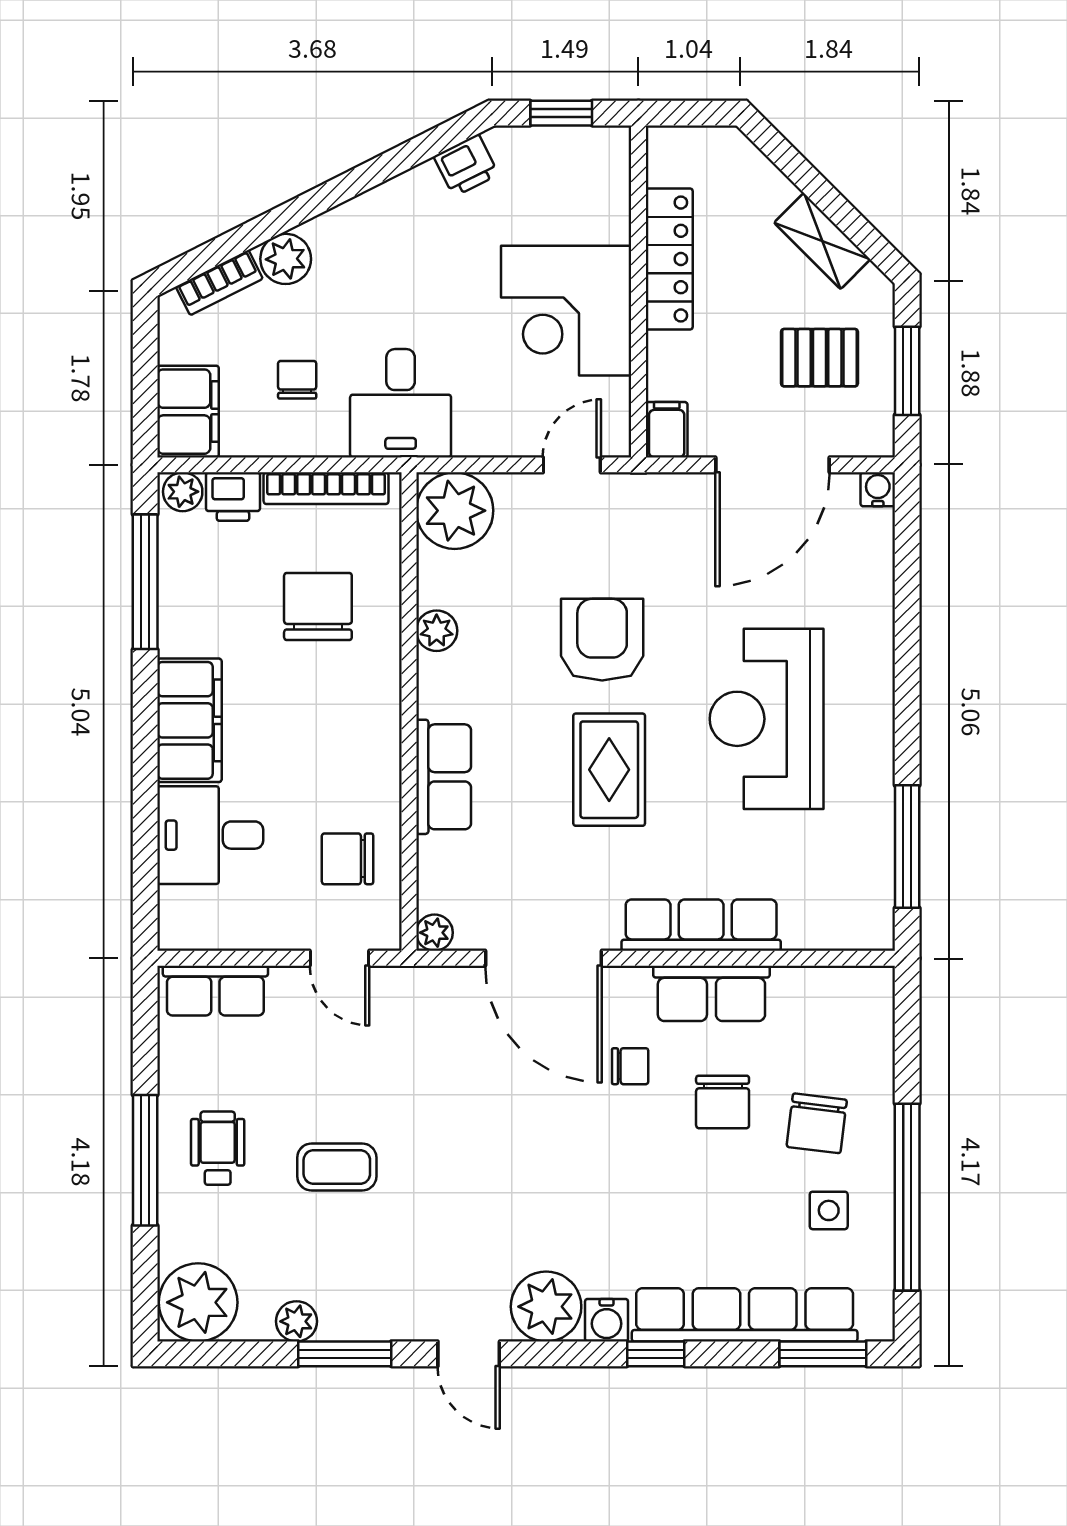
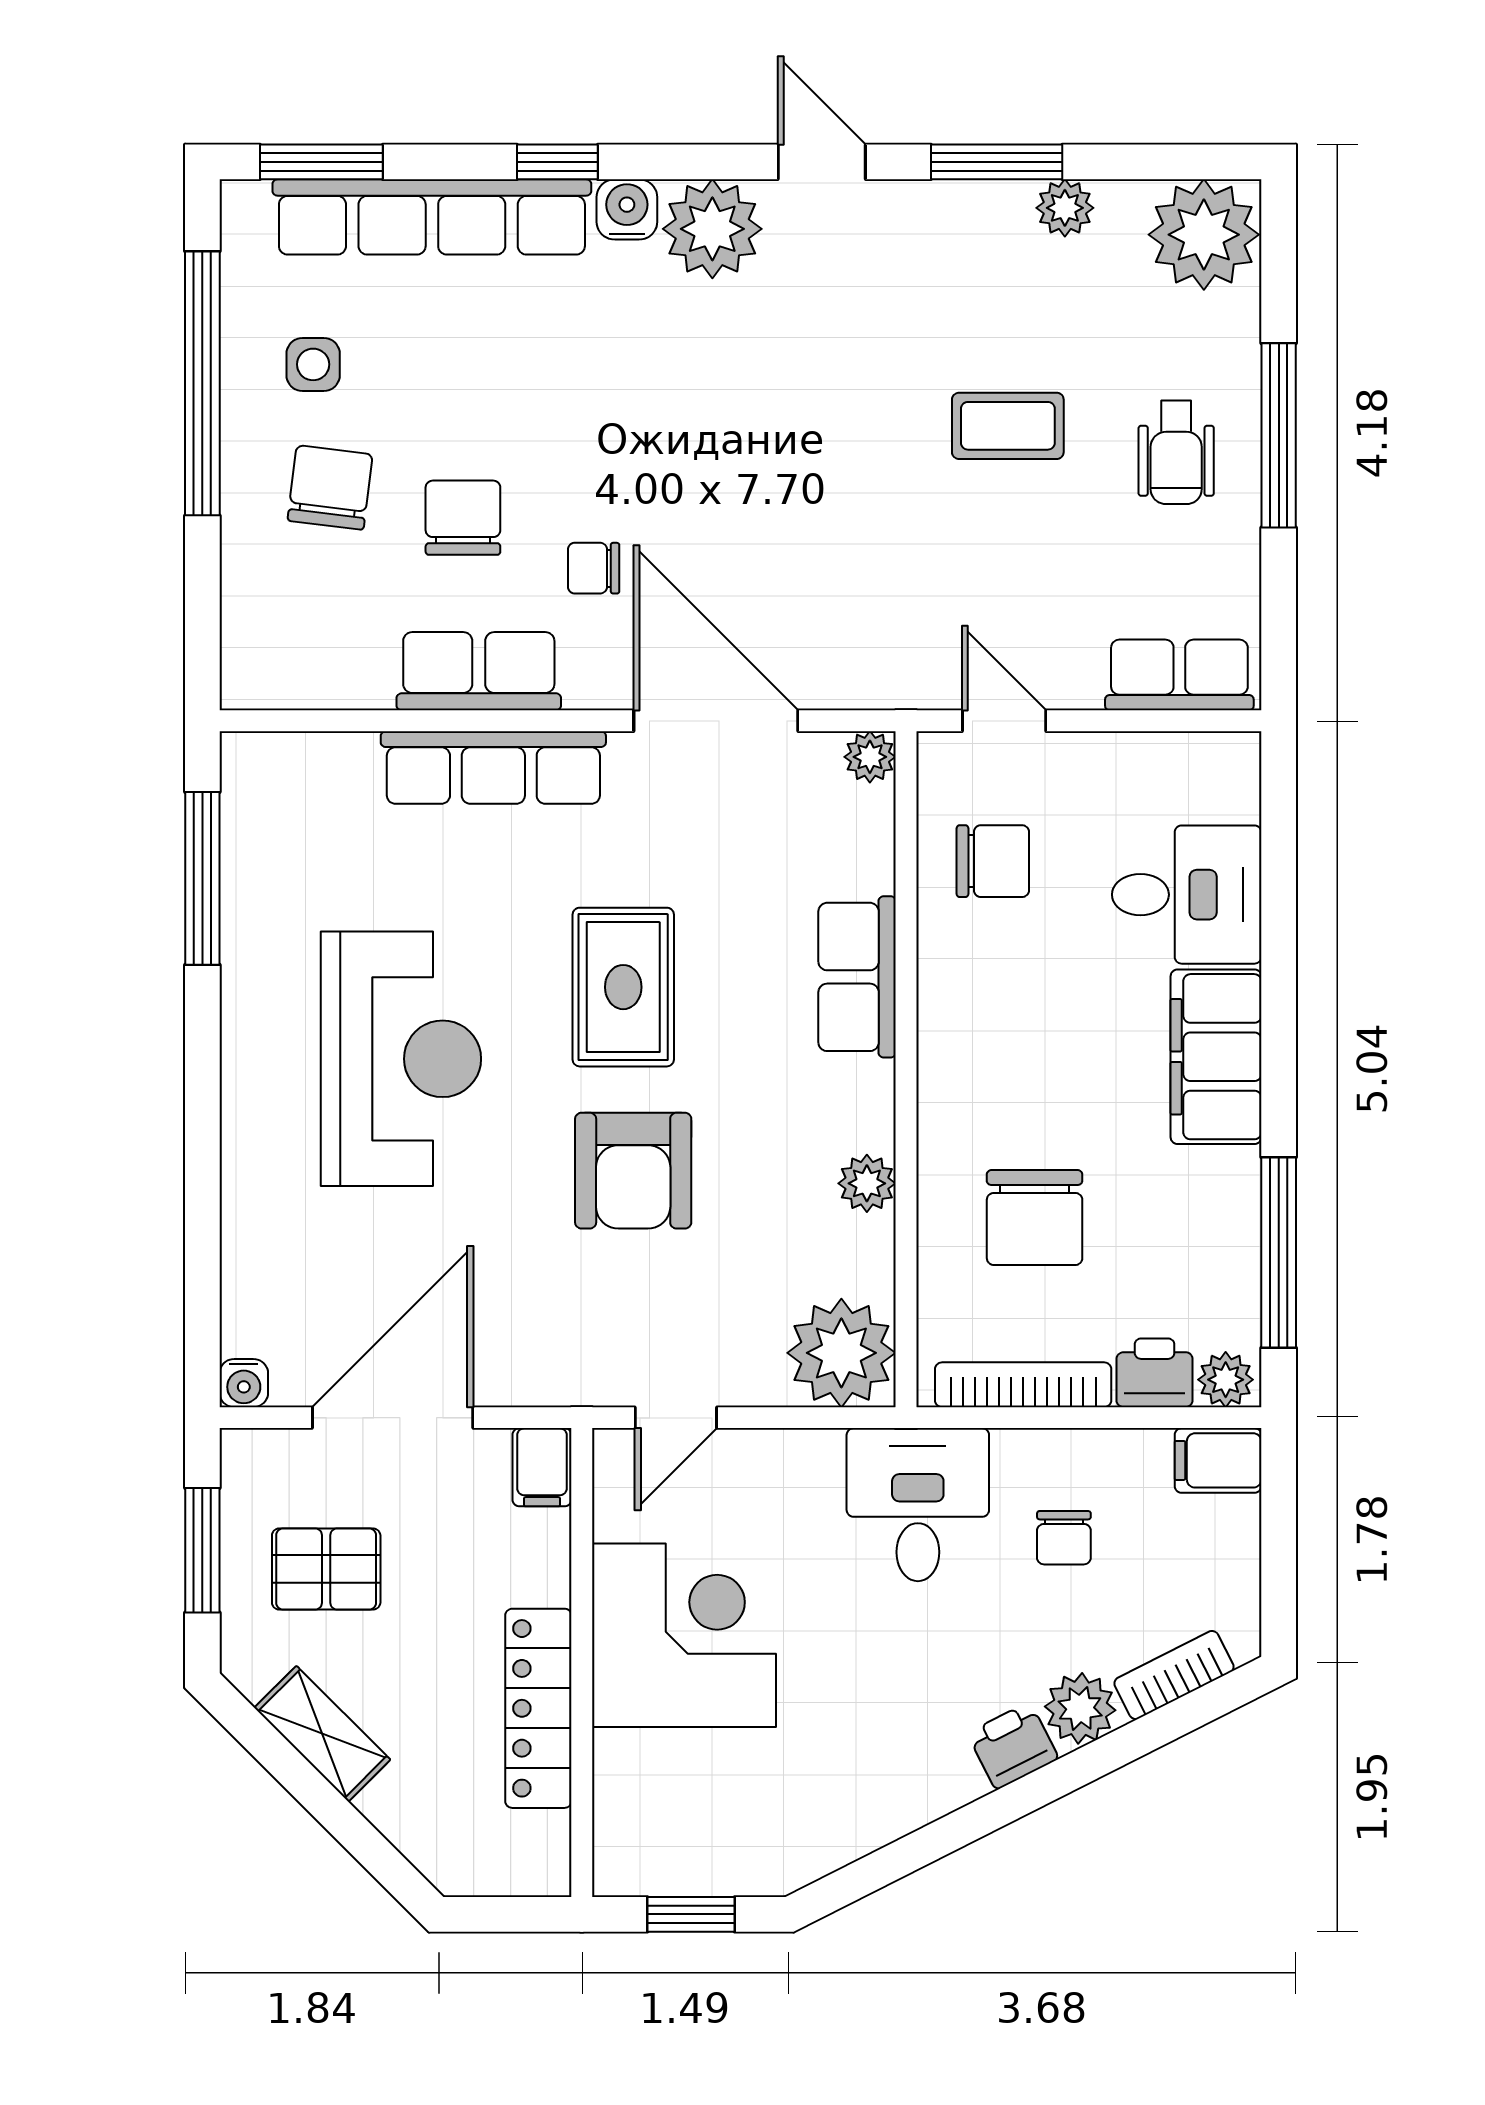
printer: (466, 165) -> (1013, 1746), moved
filing cabinet: (188, 412) -> (1218, 1460), width x0.50

